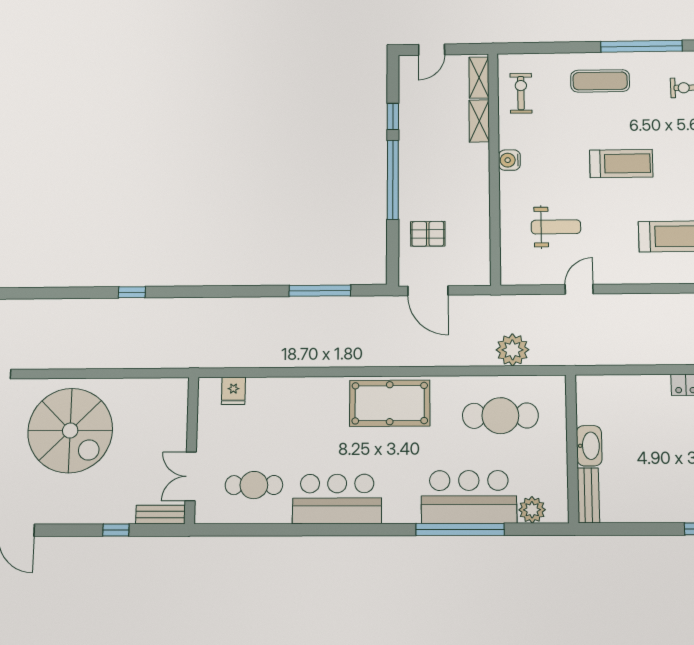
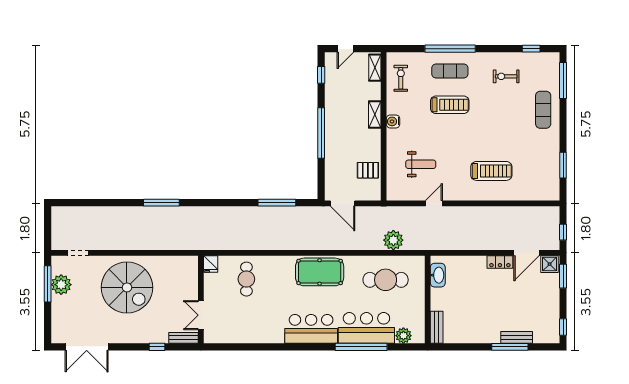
window: (641, 46) -> (450, 49), moved
window: (393, 116) -> (321, 75), moved
shelving: (479, 121) -> (375, 115), moved
treadmill: (621, 164) -> (450, 105), moved
pallet: (428, 234) -> (368, 170), moved
window: (132, 292) -> (161, 203), width x2.17
fridge: (233, 391) -> (211, 264), moved
washbasin: (589, 446) -> (438, 275), moved
cafe table: (254, 485) -> (246, 279), moved, turned 90
bar counter: (337, 499) -> (311, 329), moved

